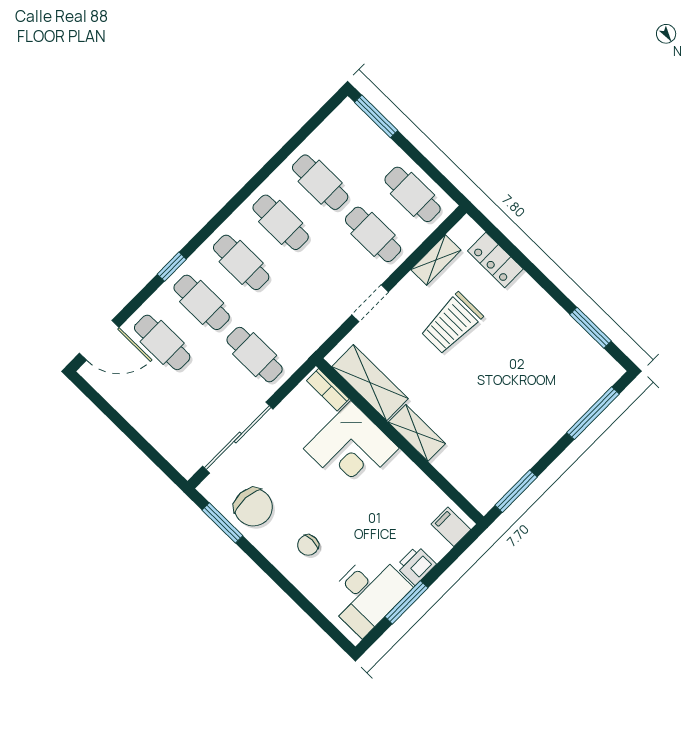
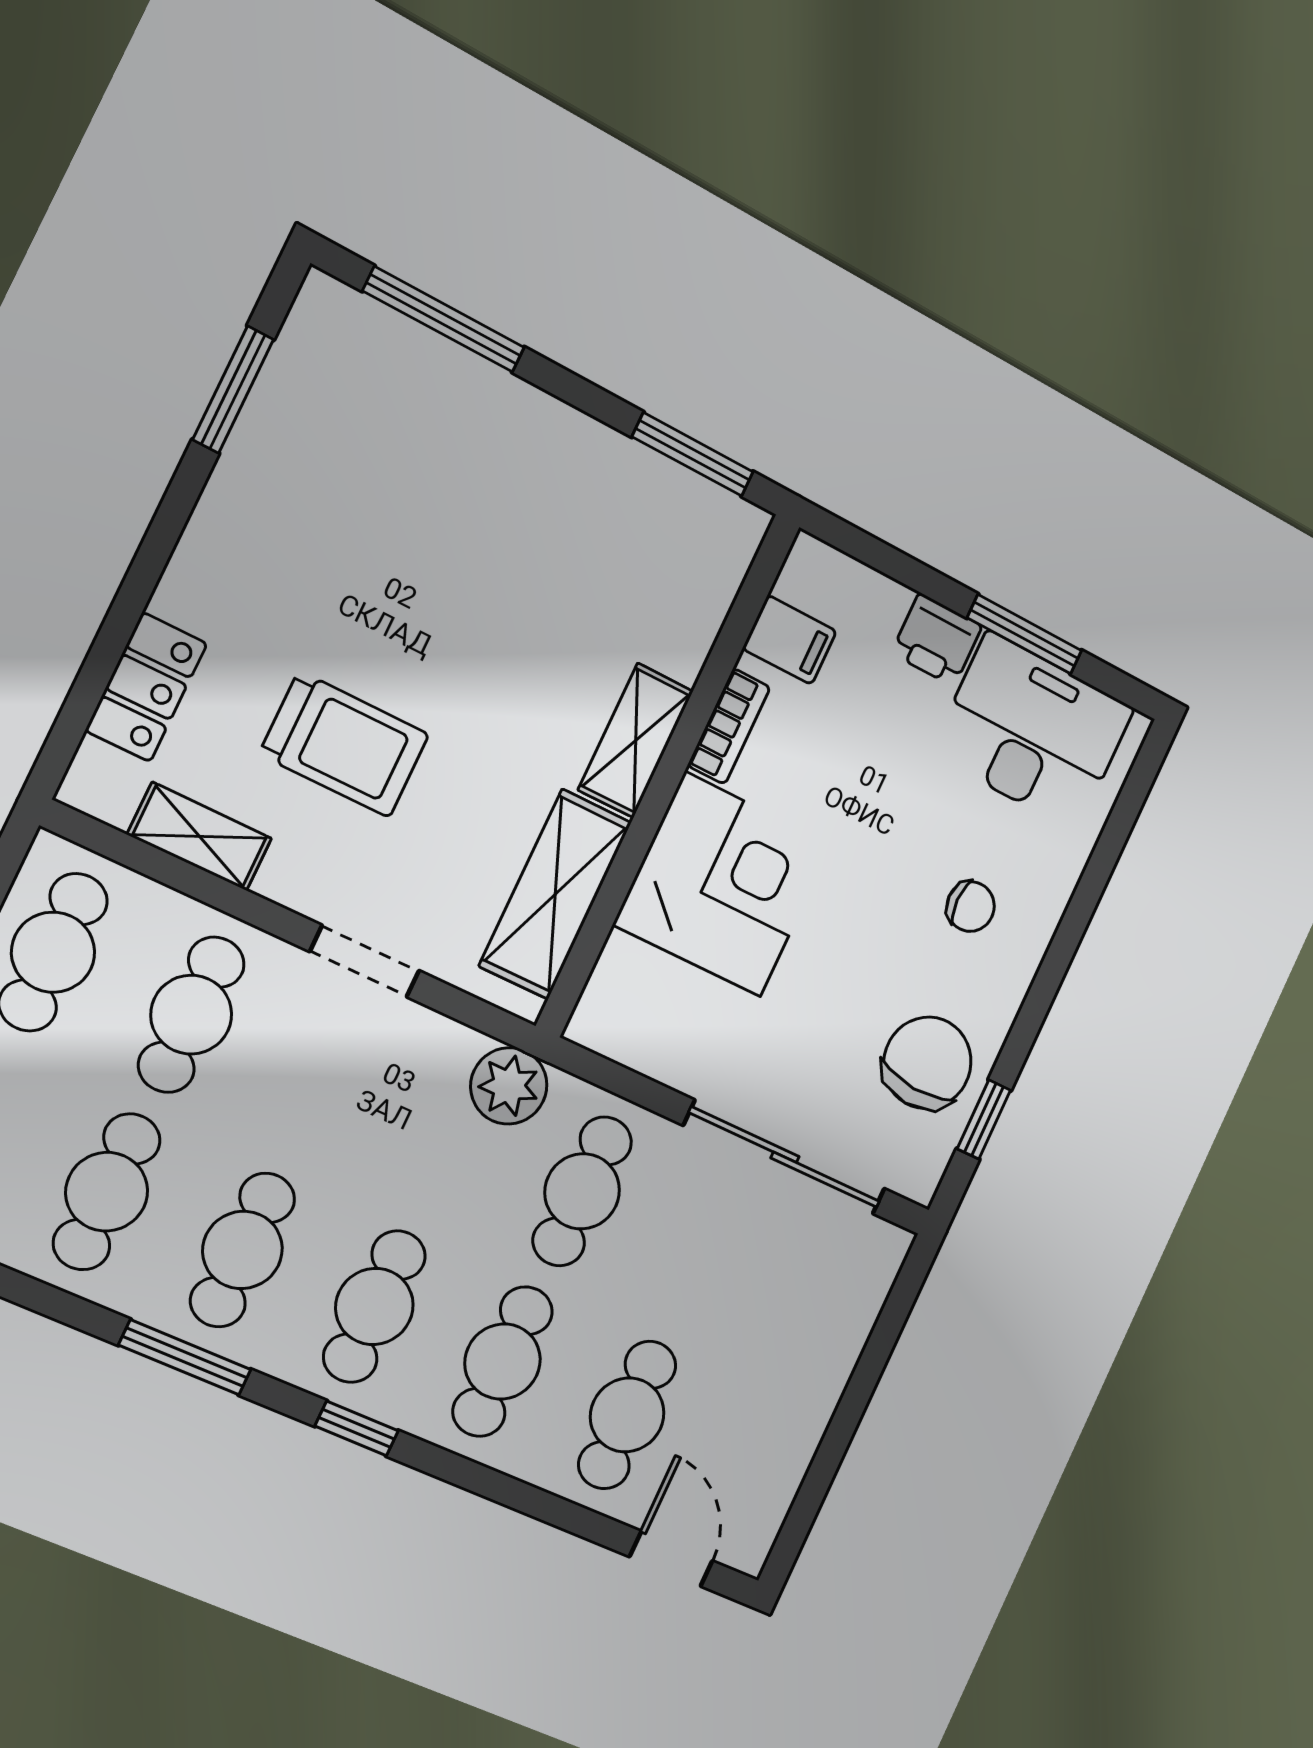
window: (249, 188) -> (185, 1357), added
window: (172, 267) -> (357, 1428), moved
door: (99, 340) -> (671, 1559), width x0.73
plant: (305, 341) -> (509, 1086), added
bookcase: (328, 390) -> (729, 726), moved
window: (222, 523) -> (984, 1120), width x0.67
filing cabinet: (451, 527) -> (790, 640), moved, turned -90

